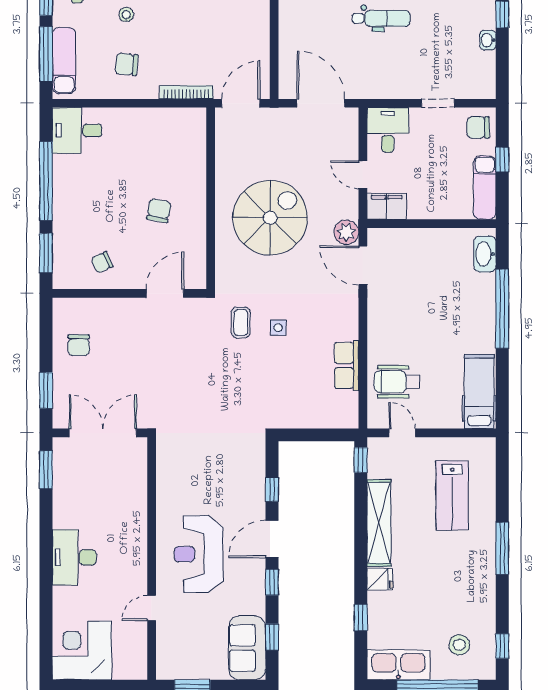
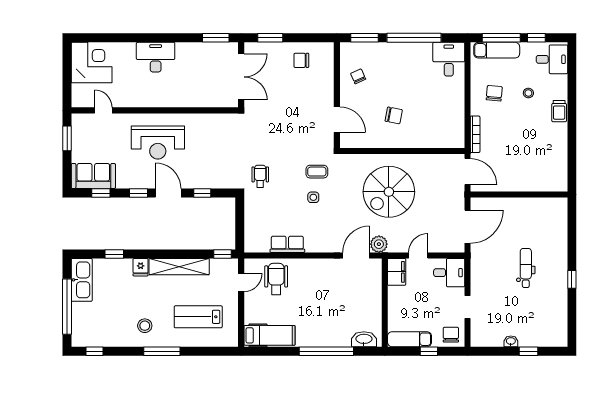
dental chair: (381, 18) -> (526, 268), turned 180
spiral stairs: (270, 218) -> (389, 192), turned 90
wheelchair: (247, 405) -> (260, 176), added
reception desk: (198, 554) -> (158, 143), turned 180
door: (152, 608) -> (103, 110), moved
stool: (459, 645) -> (145, 326), moved

